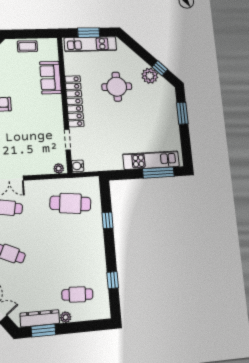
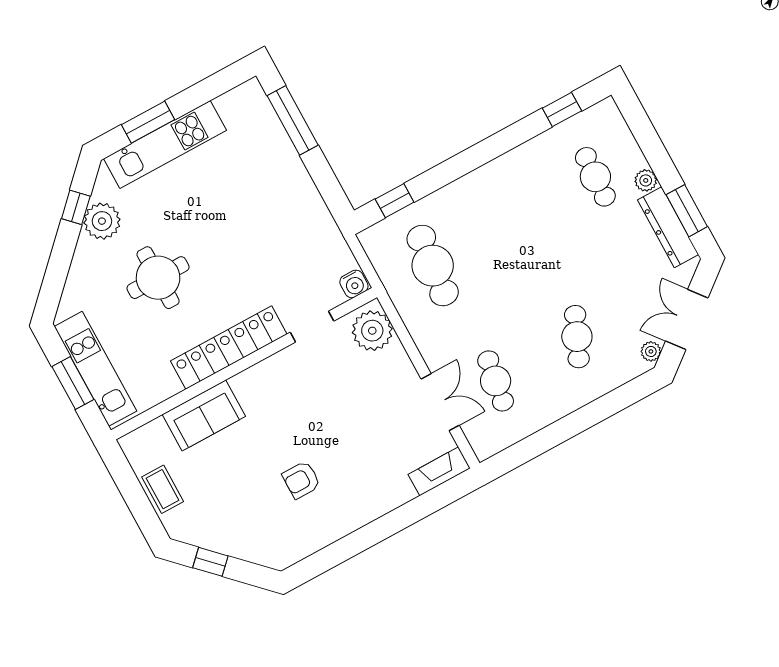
kitchen unit: (151, 160) -> (165, 144), moved, turned -90
plant: (59, 168) -> (372, 331), width x1.88, depth x1.88
window: (108, 220) -> (395, 201), moved
window: (113, 280) -> (562, 109), moved

